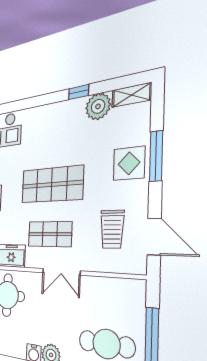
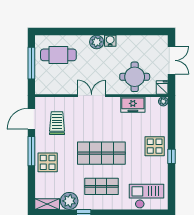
window: (156, 156) -> (31, 151), moved
shop shelf: (50, 234) -> (101, 186), moved
door: (154, 237) -> (31, 119), hinge flipped

